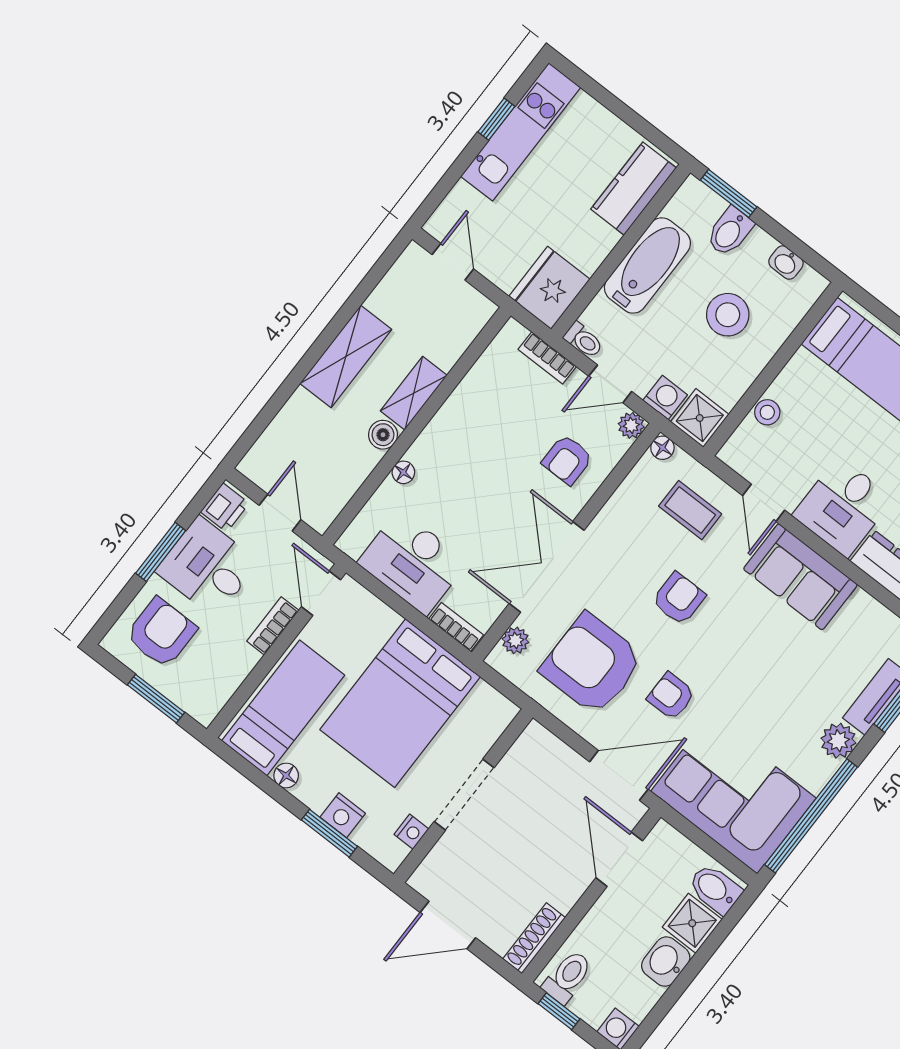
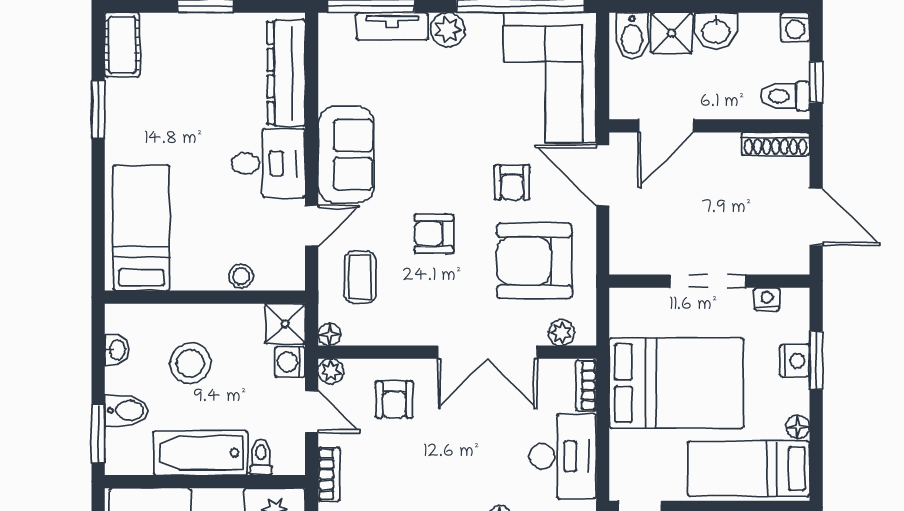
toilet: (584, 340) -> (261, 457), moved
armchair: (567, 460) -> (394, 400), turned 90
armchair: (592, 664) -> (534, 261), turned 90

